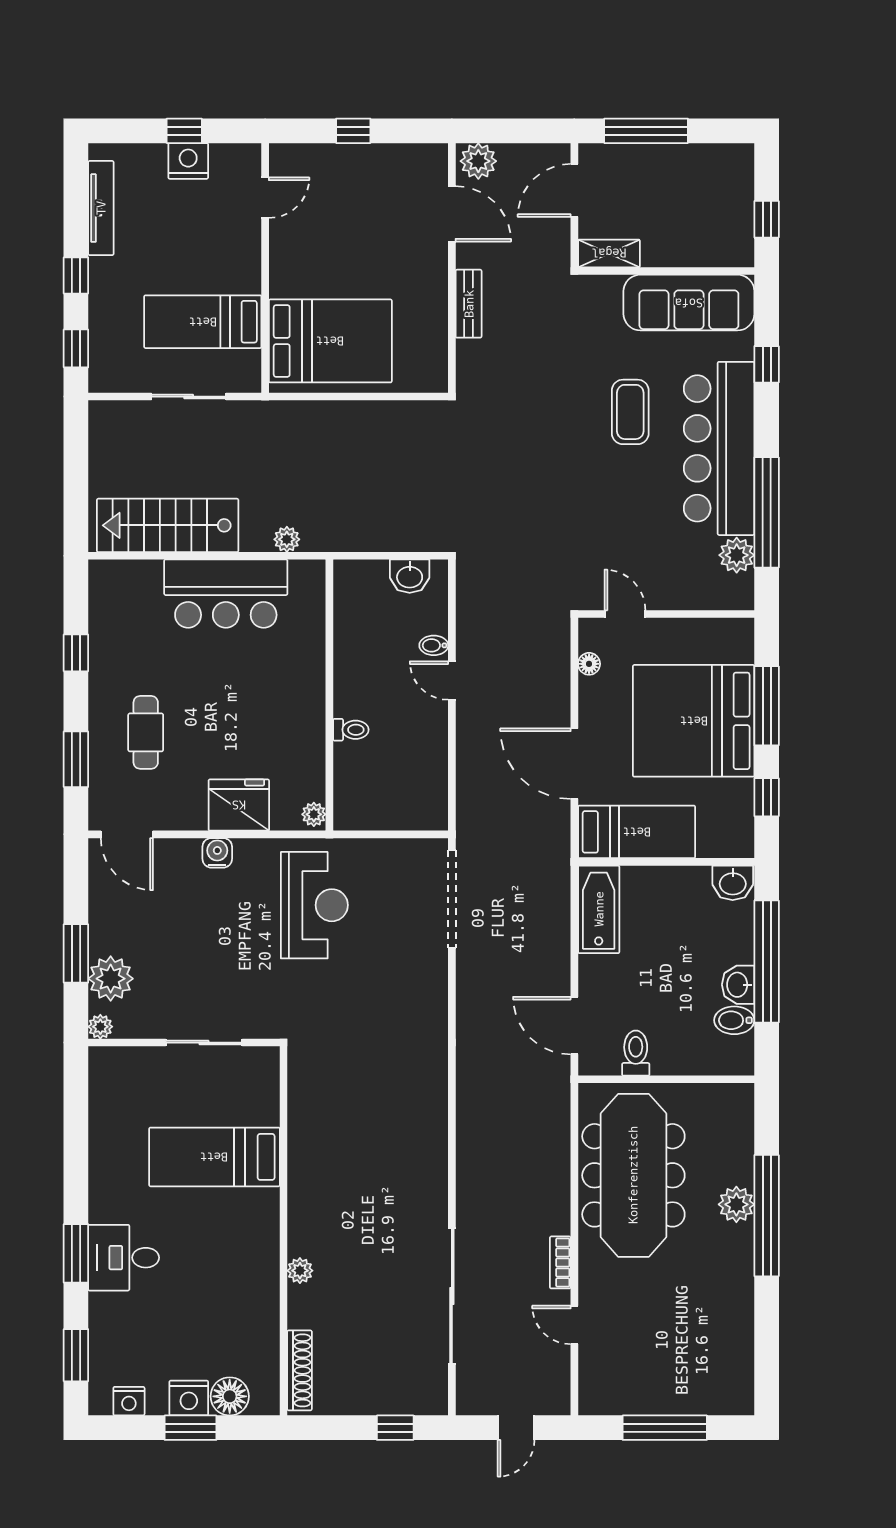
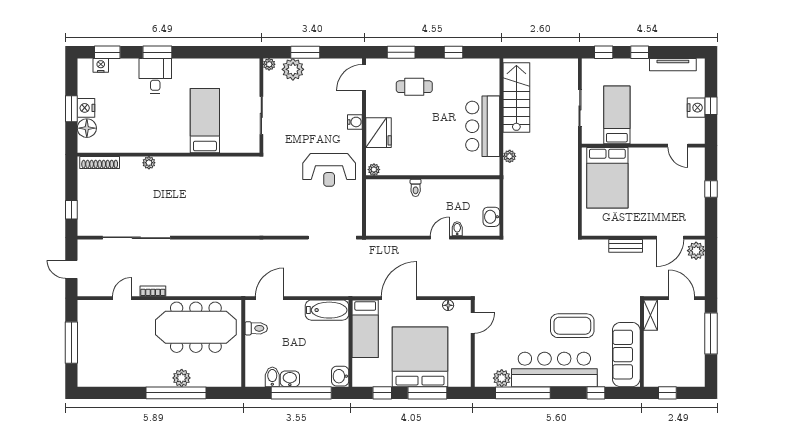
coffee table: (630, 412) -> (572, 326), width x1.36, depth x1.32
nightstand: (129, 1401) -> (101, 65), moved, turned 90

